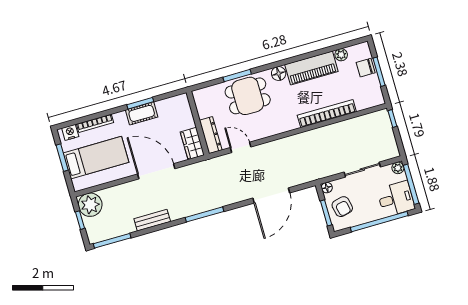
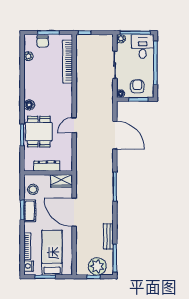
piano: (311, 68) -> (32, 80), removed
stool: (171, 110) -> (33, 189), added
bookcase: (327, 113) -> (68, 61), moved
dresser: (211, 135) -> (47, 166), moved
door: (241, 147) -> (74, 125), moved
door: (156, 171) -> (74, 212), hinge flipped
plant: (90, 205) -> (97, 266), moved
armchair: (342, 207) -> (137, 86), turned -77
bench: (152, 220) -> (108, 236), moved

